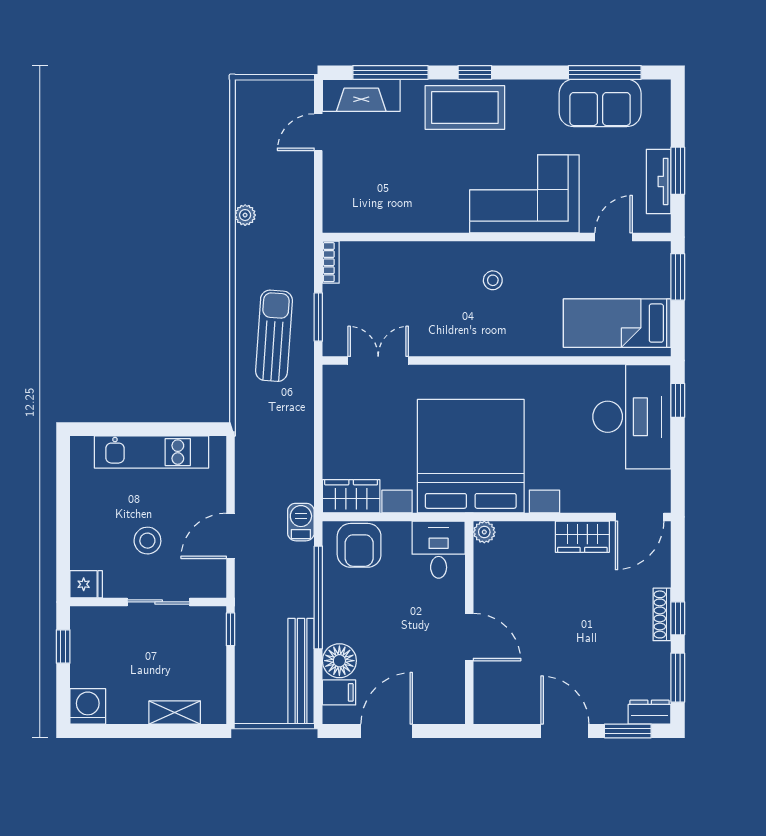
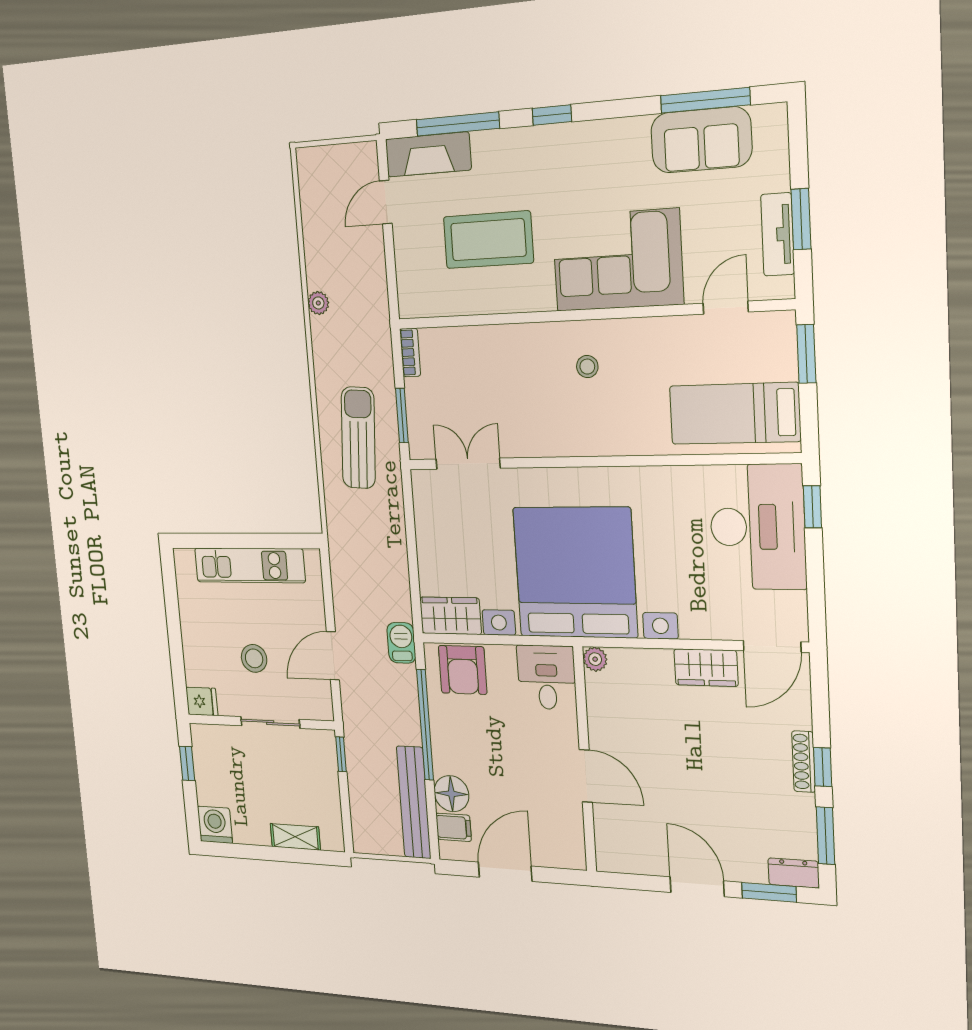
coffee table: (465, 108) -> (488, 240), moved

